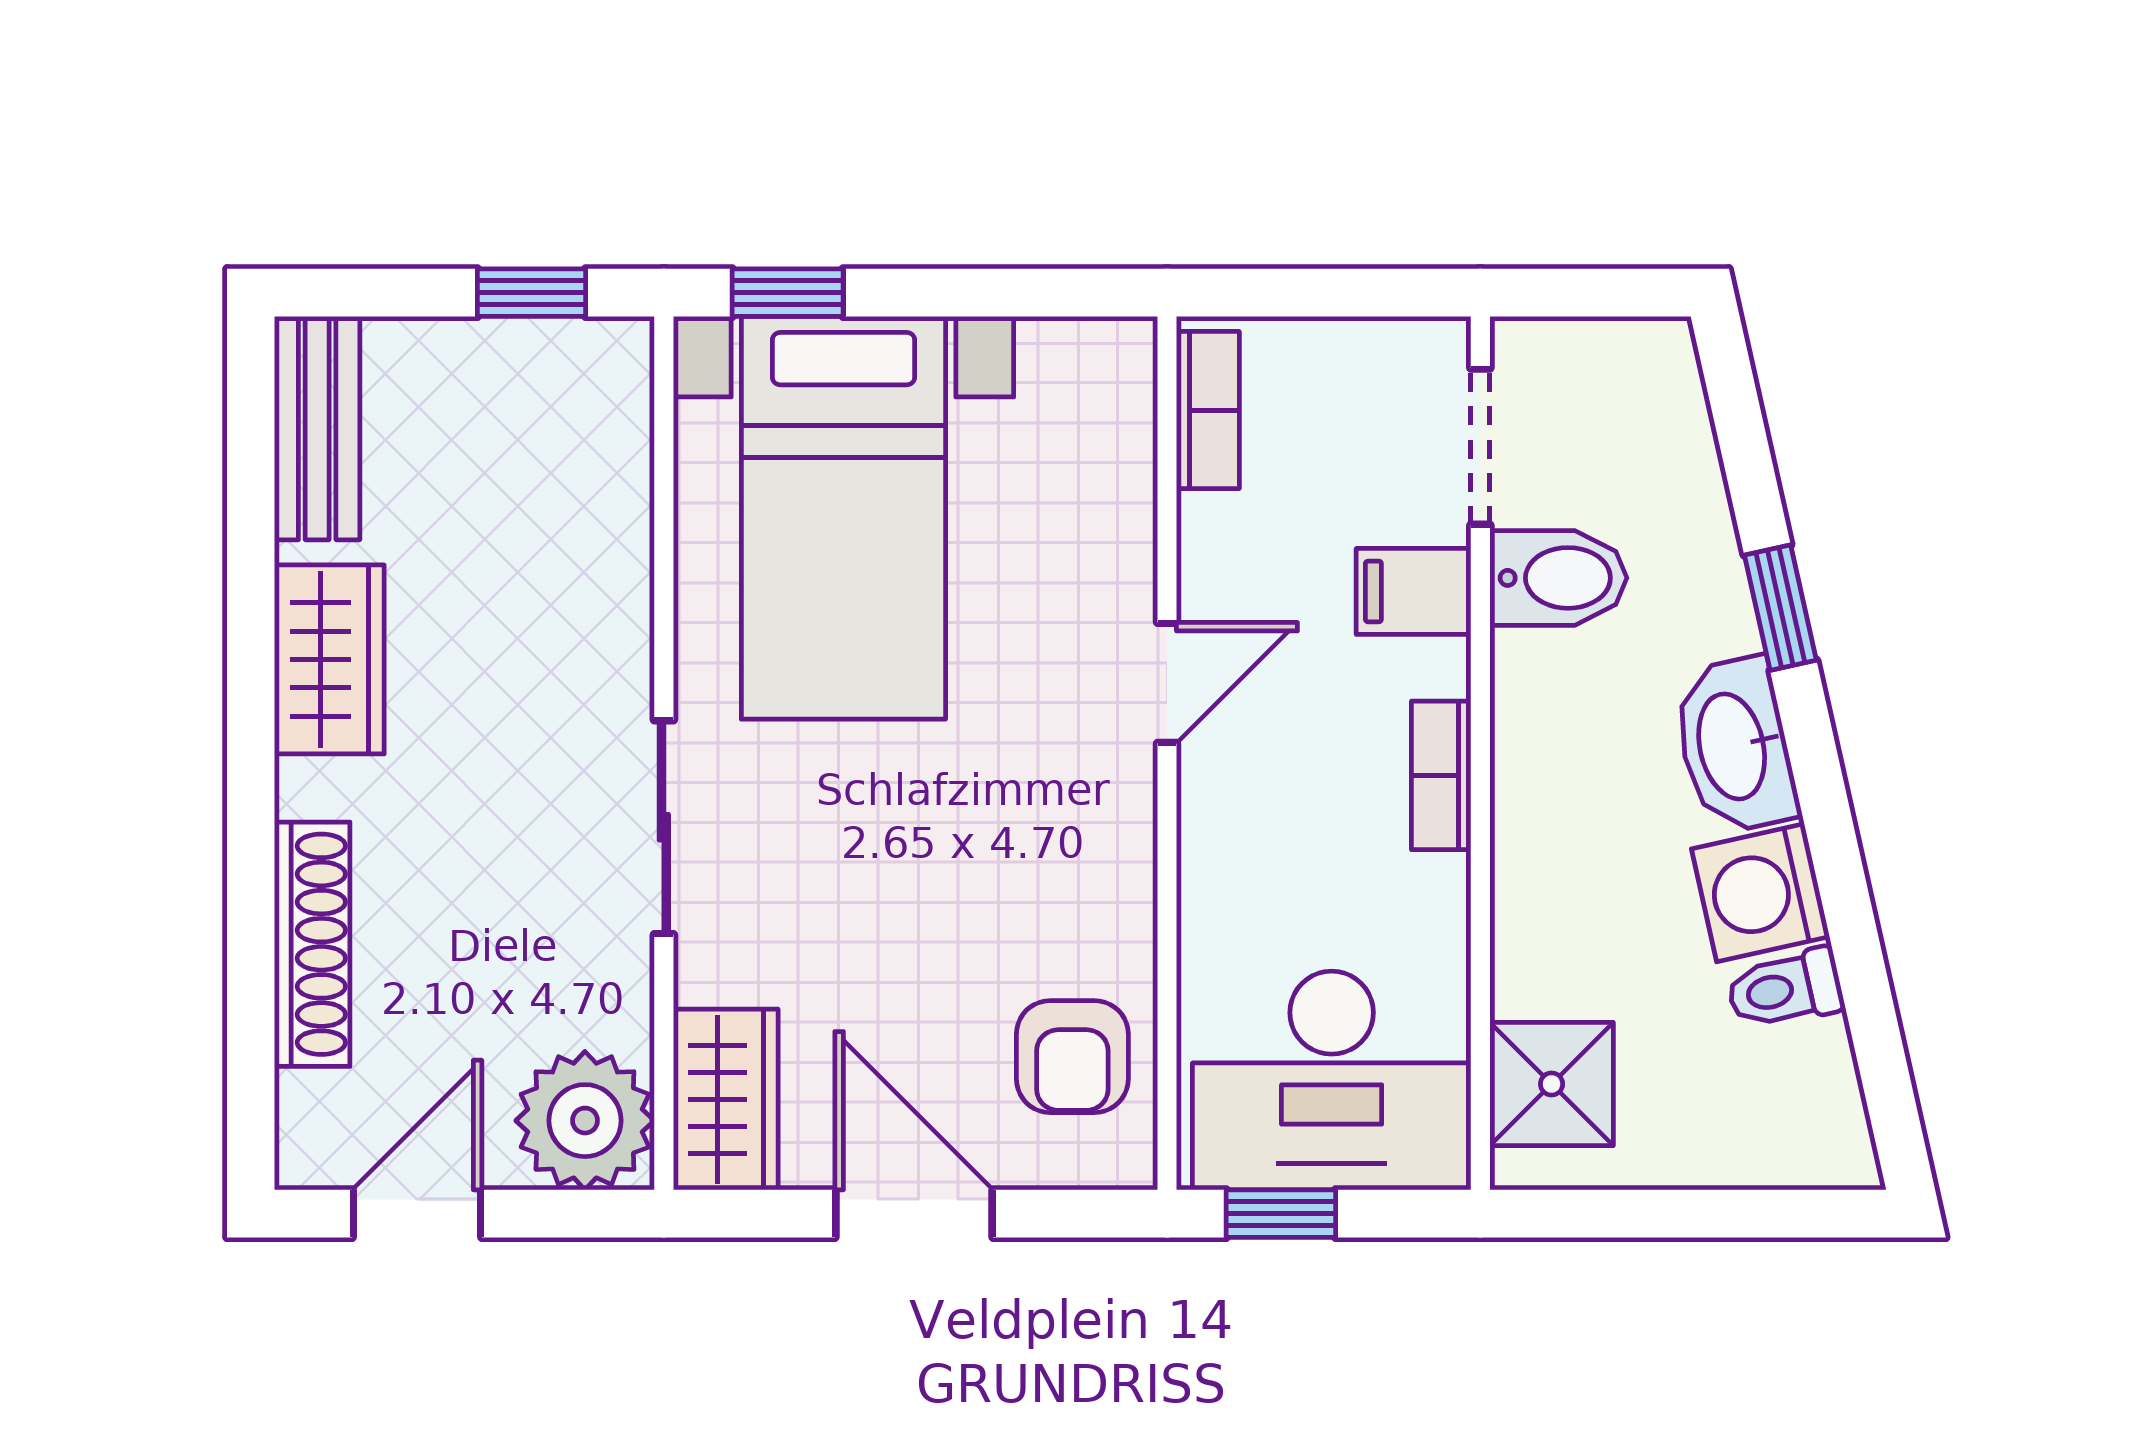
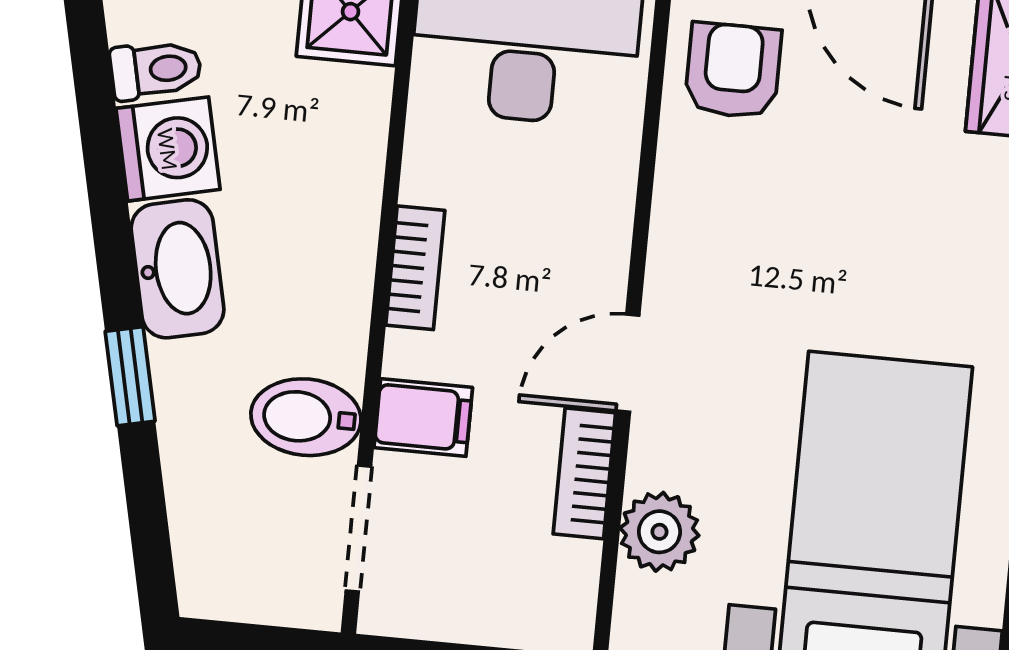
bookcase: (1208, 410) -> (584, 473), moved
plant: (1108, 478) -> (659, 532), added

